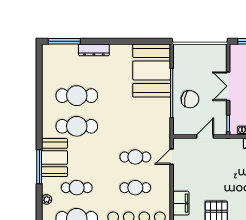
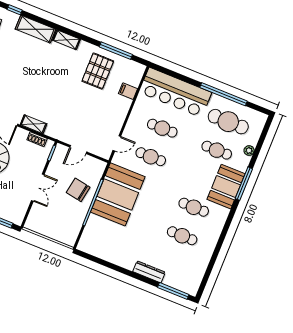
booth: (152, 71) -> (118, 194), moved
cafe table: (77, 96) -> (182, 236), width x0.73, depth x0.74
cafe table: (77, 126) -> (194, 207), width x0.73, depth x0.74
filing cabinet: (181, 203) -> (128, 91), width x0.50

